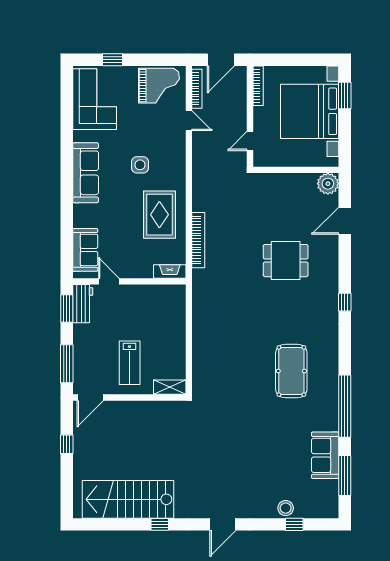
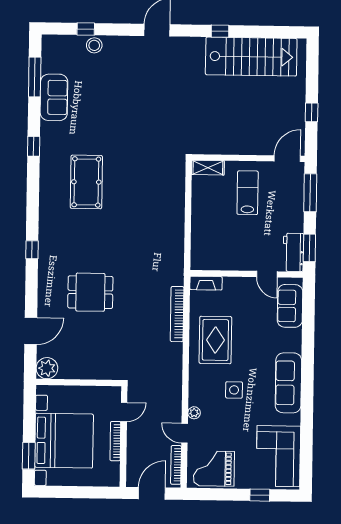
bookcase: (258, 86) -> (115, 441), moved
plant: (180, 141) -> (194, 413), added
window: (345, 406) -> (34, 146), width x0.32

